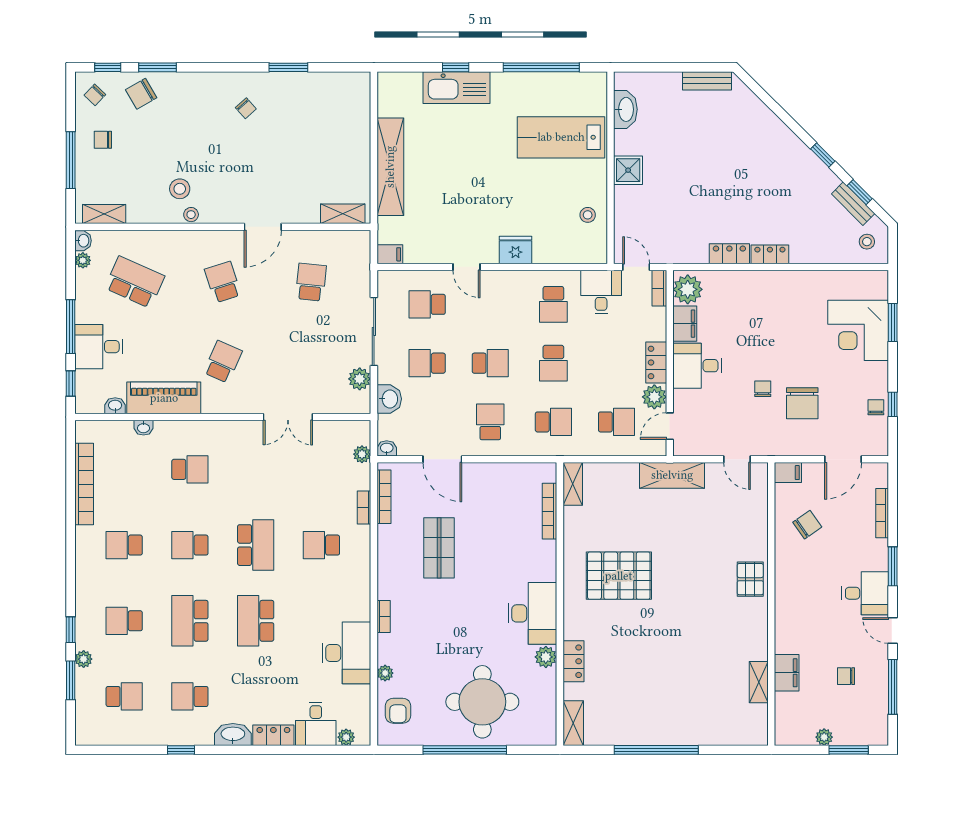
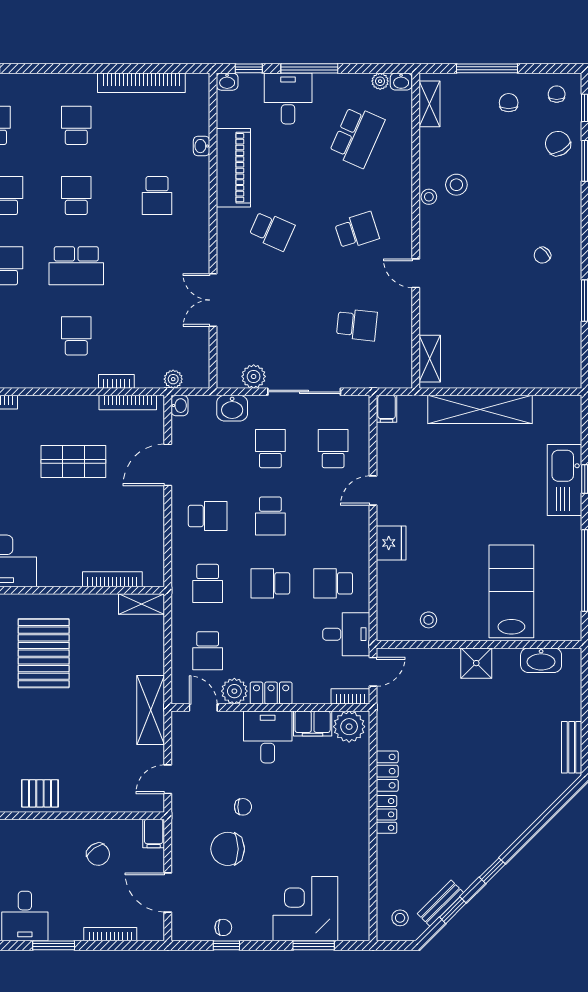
chair: (95, 95) -> (557, 94), turned 46
door: (263, 227) -> (416, 273), width x0.73
washbasin: (115, 406) -> (227, 82), moved, turned 90

